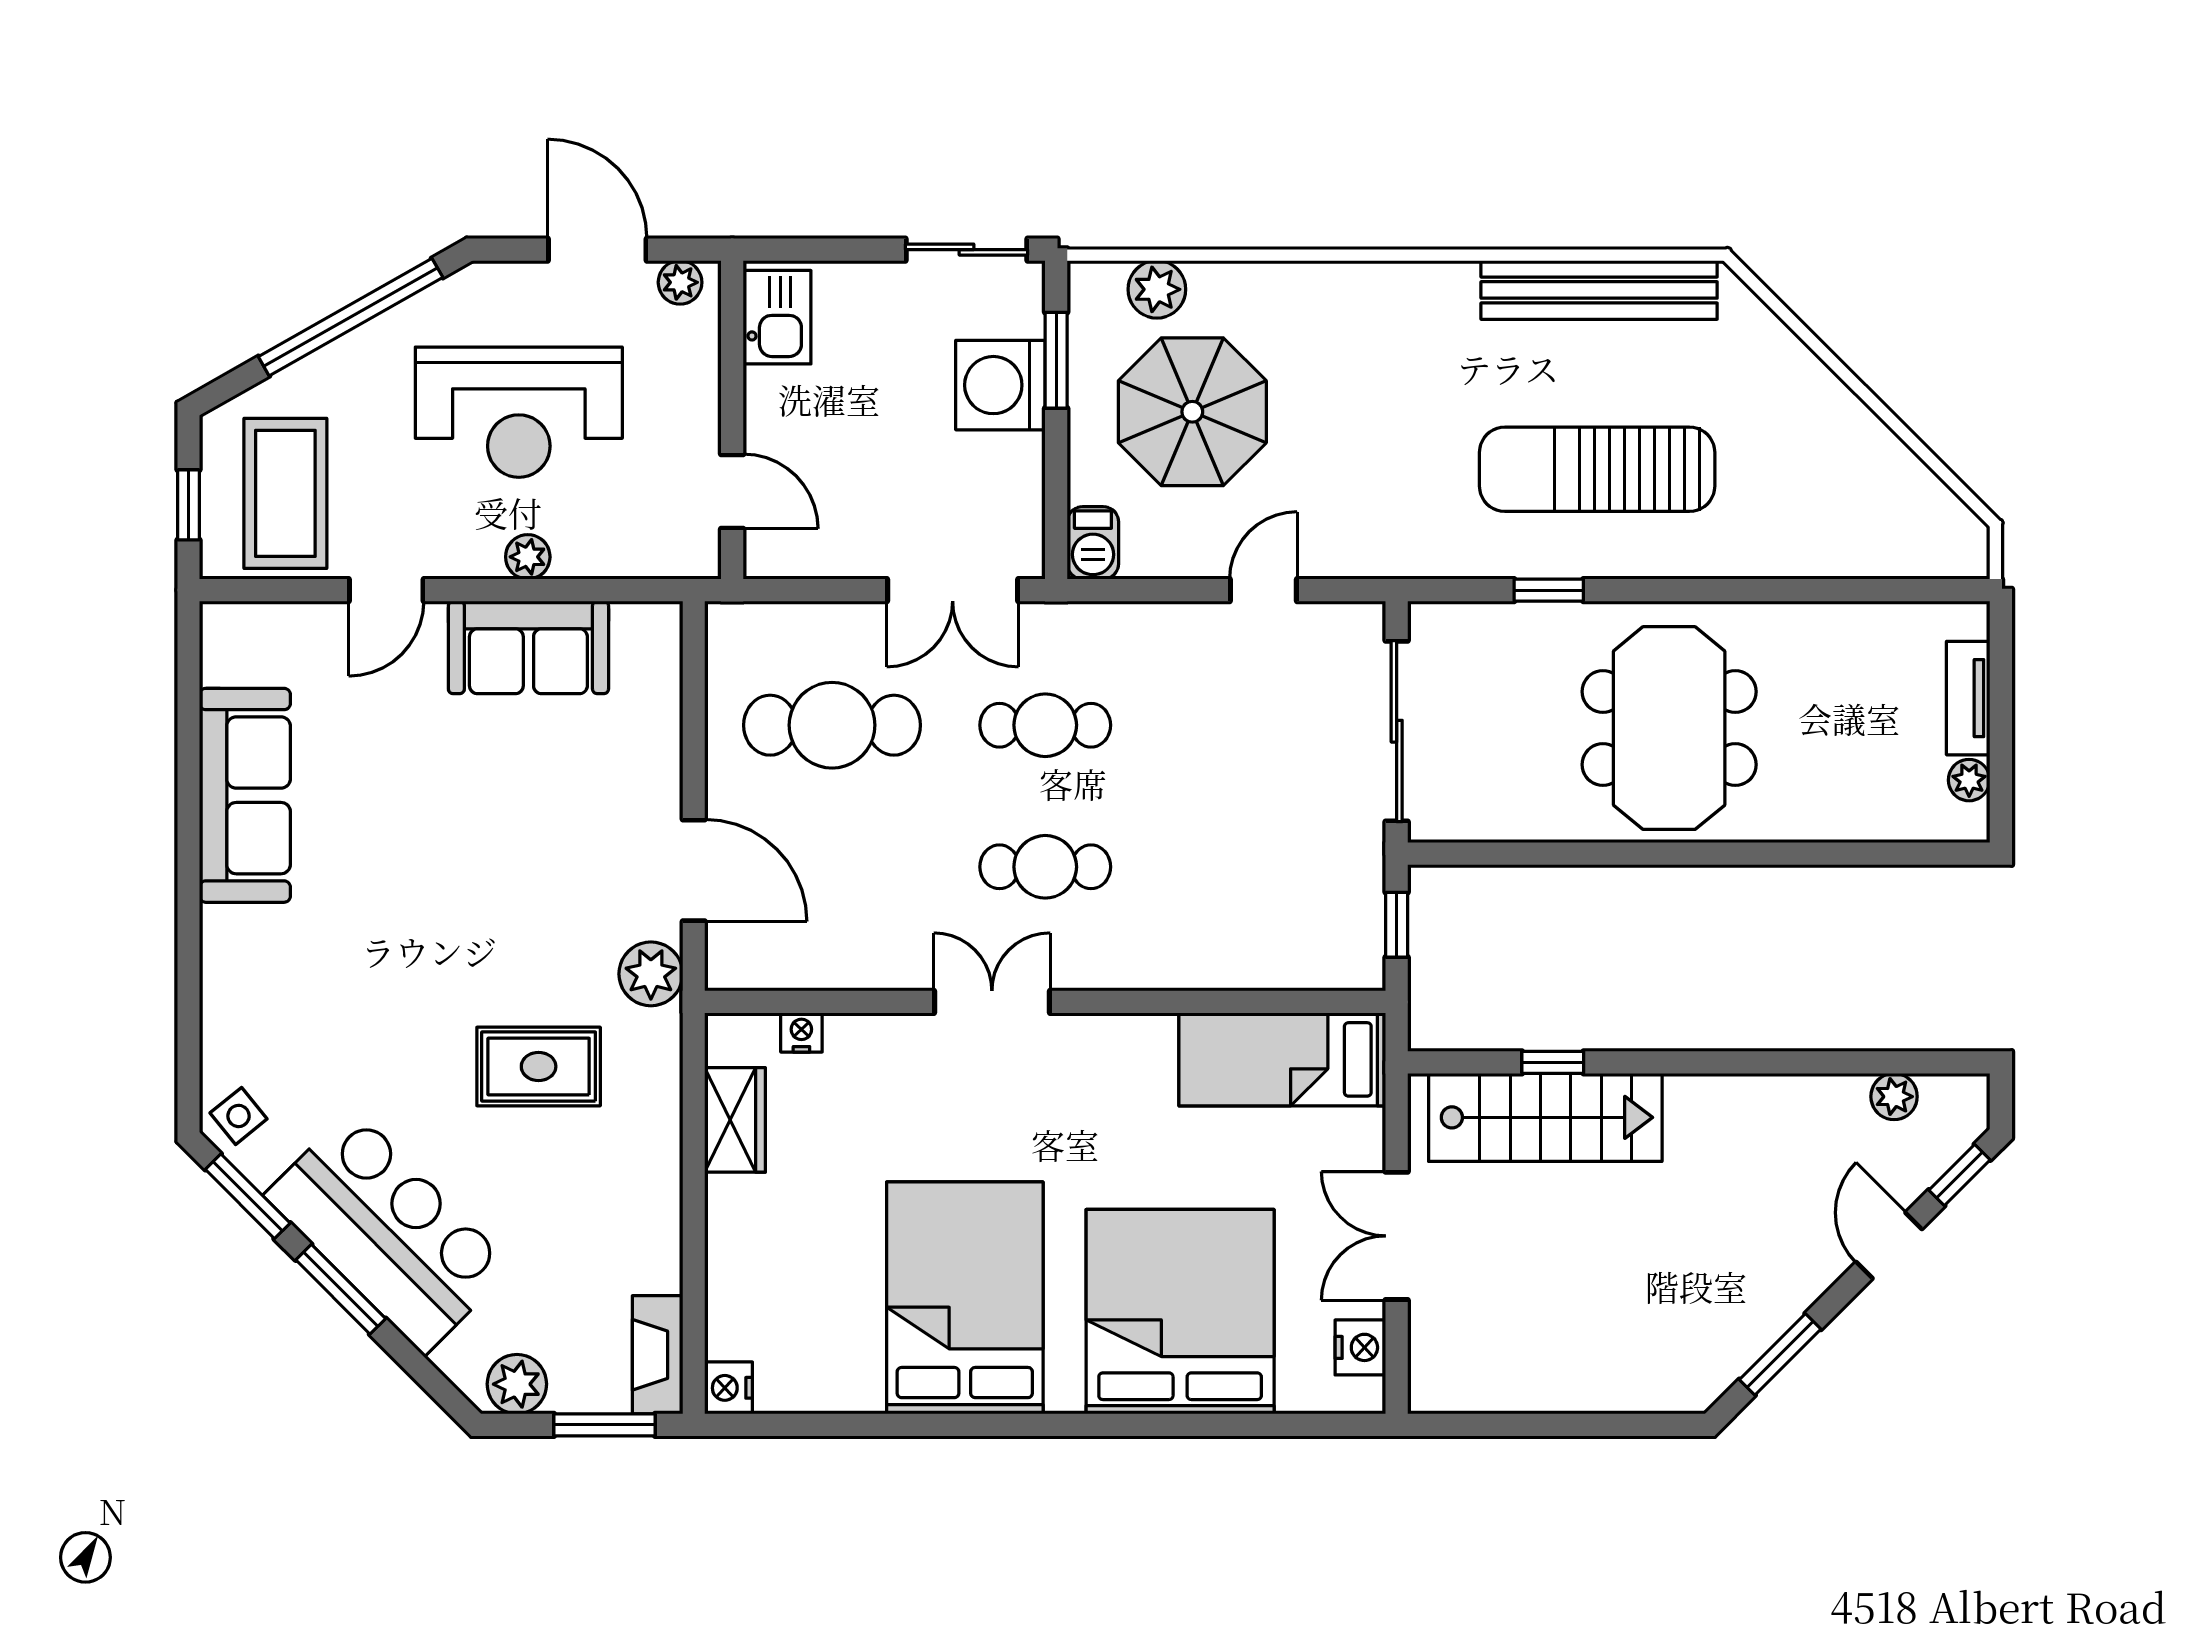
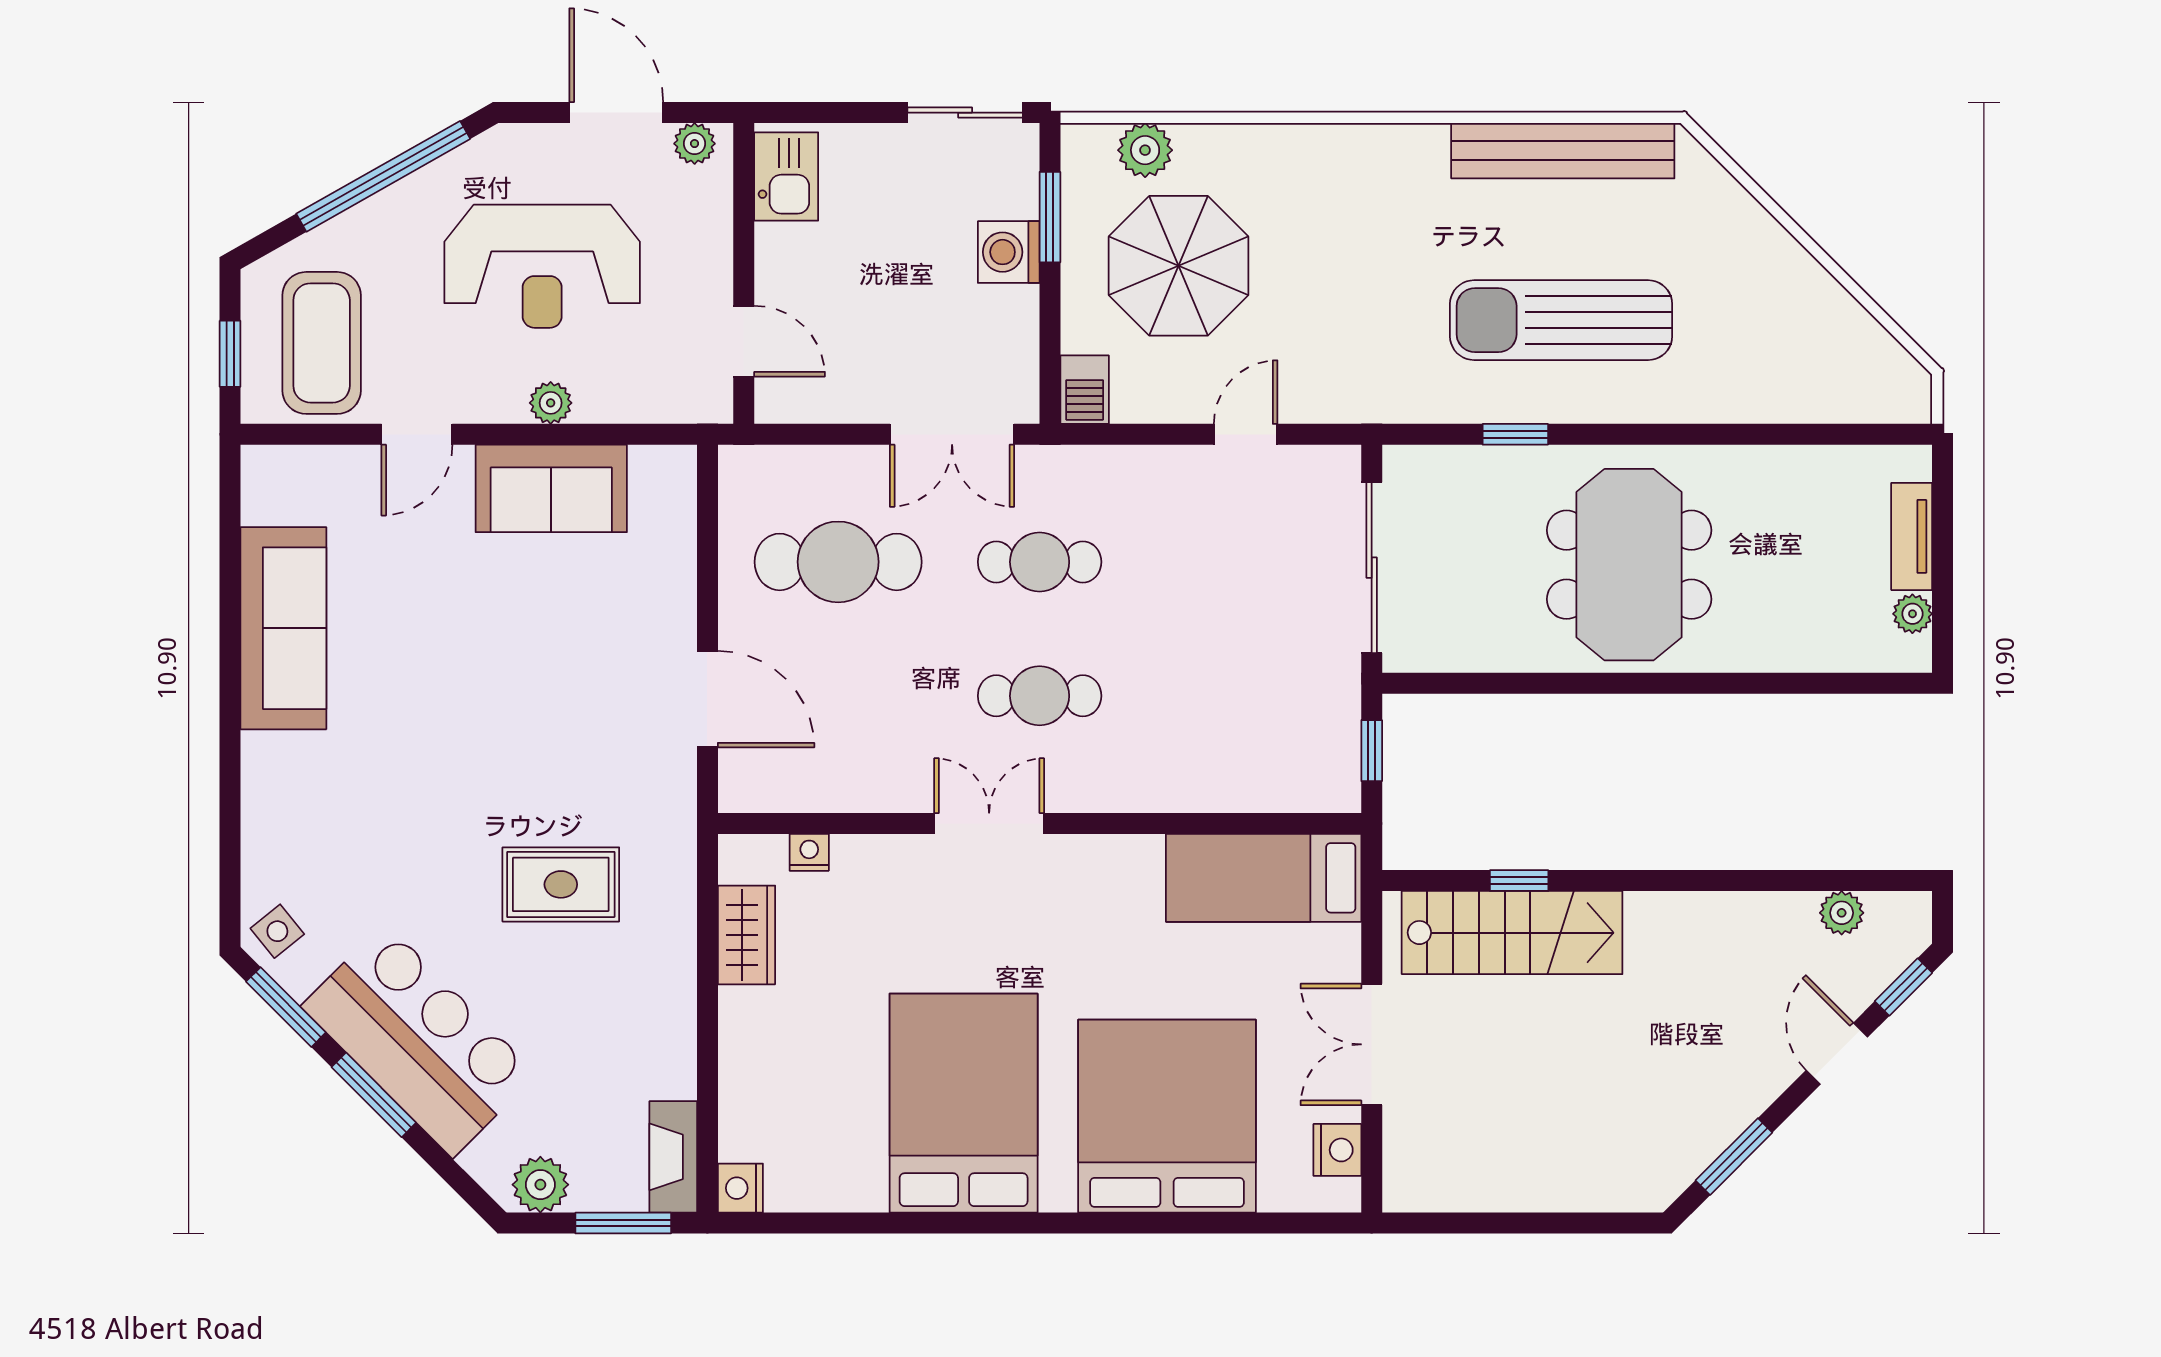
washing machine: (1000, 385) -> (1009, 252), width x0.73, depth x0.73
plant: (651, 974) -> (667, 797), removed

